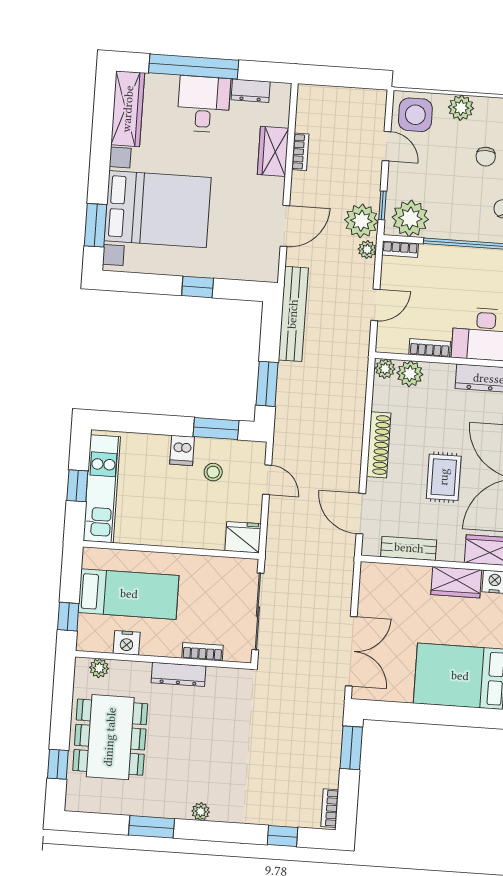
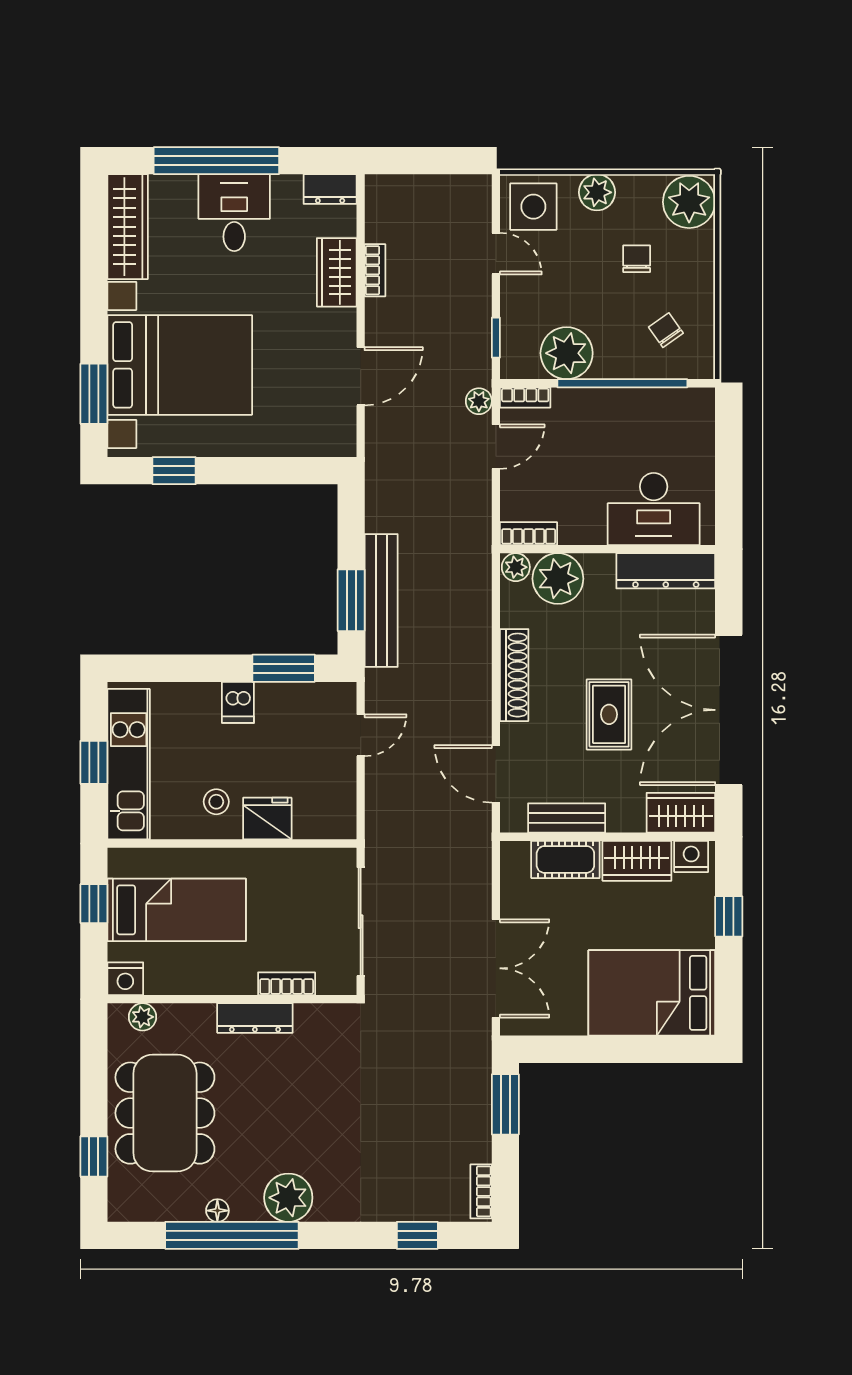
dresser: (251, 91) -> (330, 189), moved
chair: (486, 157) -> (637, 259), turned 180
plant: (410, 218) -> (567, 353), moved
plant: (361, 221) -> (468, 361), removed
window: (198, 287) -> (174, 471), moved
door: (375, 305) -> (496, 447), moved
bench: (293, 314) -> (381, 600), moved
bookcase: (430, 348) -> (529, 534), moved
plant: (410, 374) -> (558, 579), width x1.36, depth x1.36
stool: (213, 472) -> (216, 802), moved
door: (267, 480) -> (361, 735), hinge flipped
fridge: (243, 537) -> (267, 819), moved
cot: (406, 578) -> (565, 859), added
window: (68, 617) -> (94, 904), moved
nightstand: (127, 643) -> (125, 979), moved
floor lamp: (142, 809) -> (217, 1211), added
plant: (201, 812) -> (288, 1198), width x1.88, depth x1.88
window: (151, 827) -> (232, 1235), width x2.11

